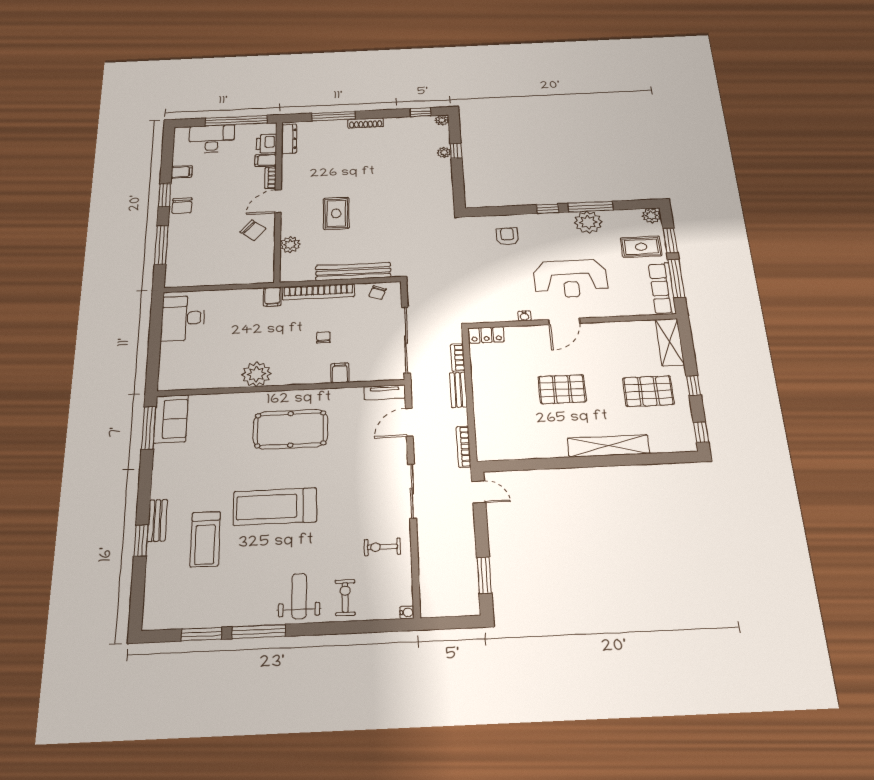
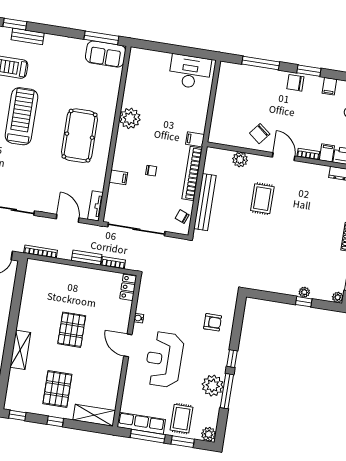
rug: (336, 213) -> (262, 199), turned 90
shelving: (608, 446) -> (20, 350), width x0.68

